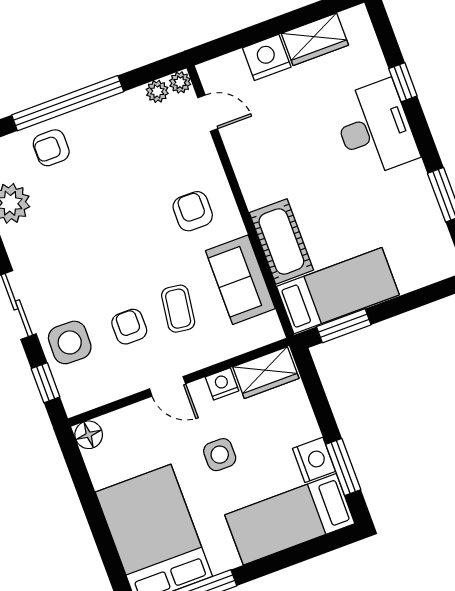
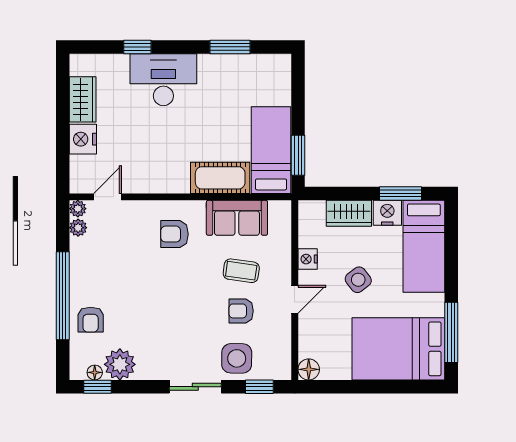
wardrobe: (266, 373) -> (349, 213), moved, turned 90
side table: (220, 455) -> (358, 280), turned -37

